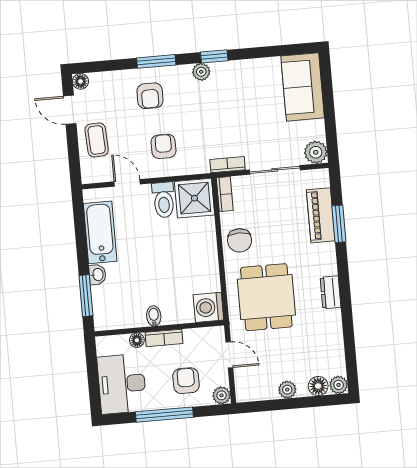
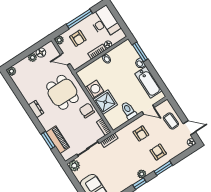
shower: (194, 198) -> (105, 102), moved
washing machine: (208, 307) -> (94, 89), moved
floor lamp: (318, 386) -> (41, 53), moved

